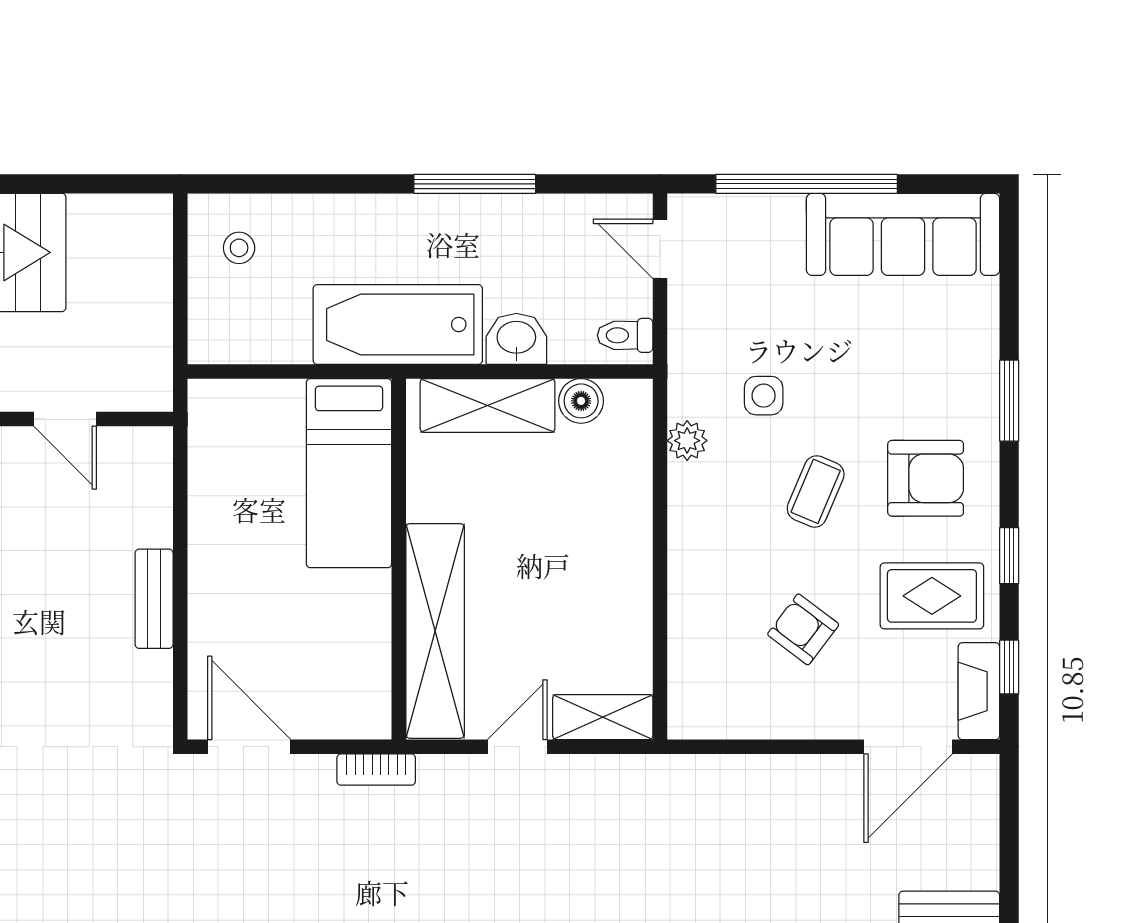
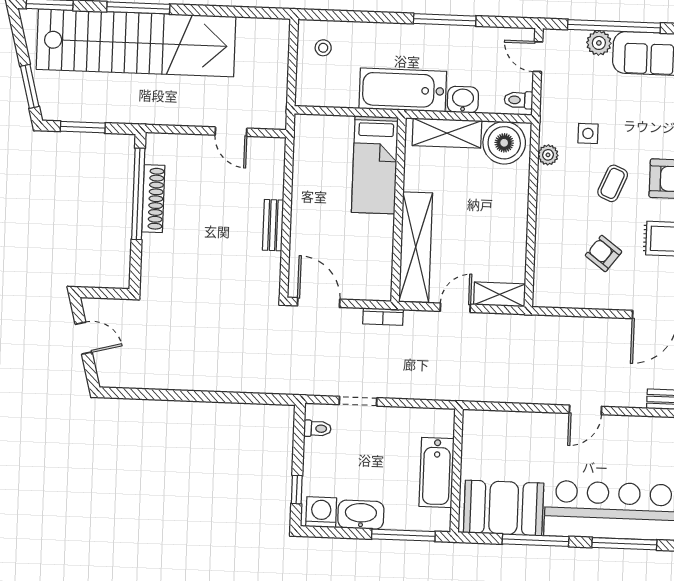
plant: (778, 218) -> (599, 43), added
boiler: (581, 401) -> (504, 143), width x1.86, depth x1.86

